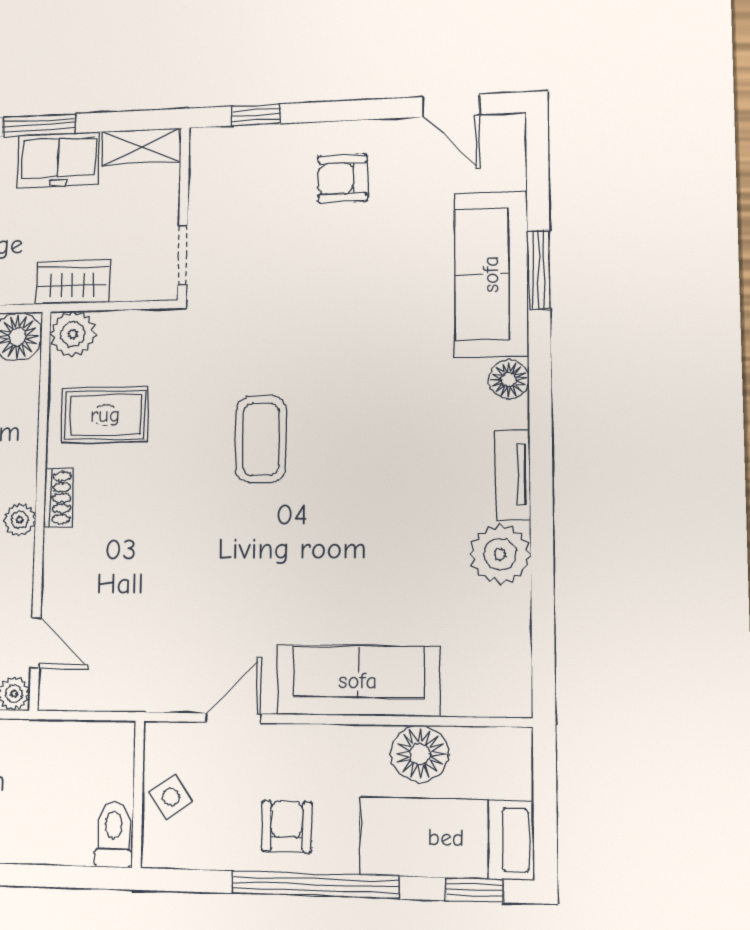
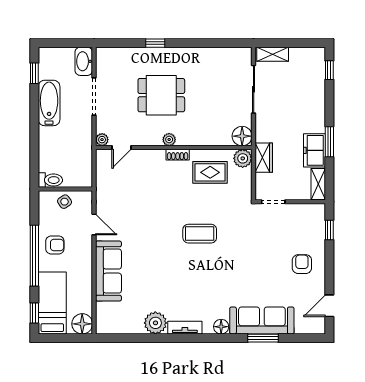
rug: (105, 415) -> (210, 172), turned 90
floor lamp: (420, 754) -> (82, 324), moved

